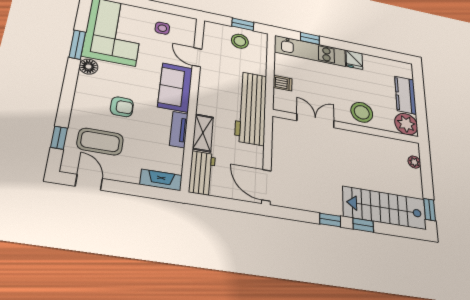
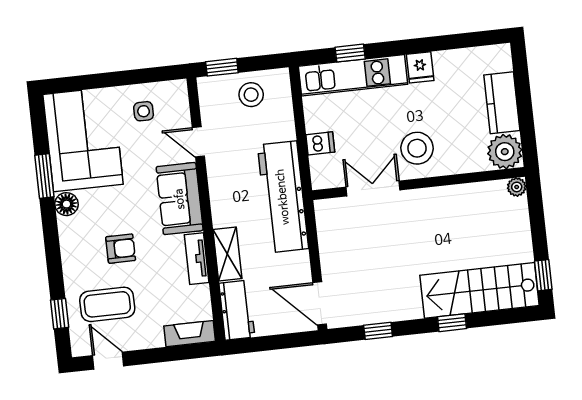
window: (243, 24) -> (222, 67), moved
stool: (362, 112) -> (417, 148), moved
plant: (414, 162) -> (517, 187), moved
window: (330, 220) -> (378, 331), moved

